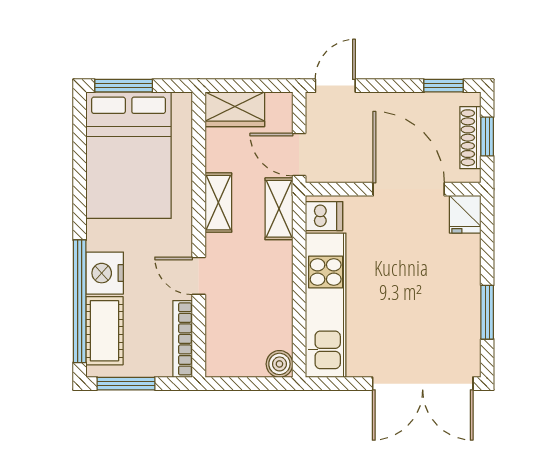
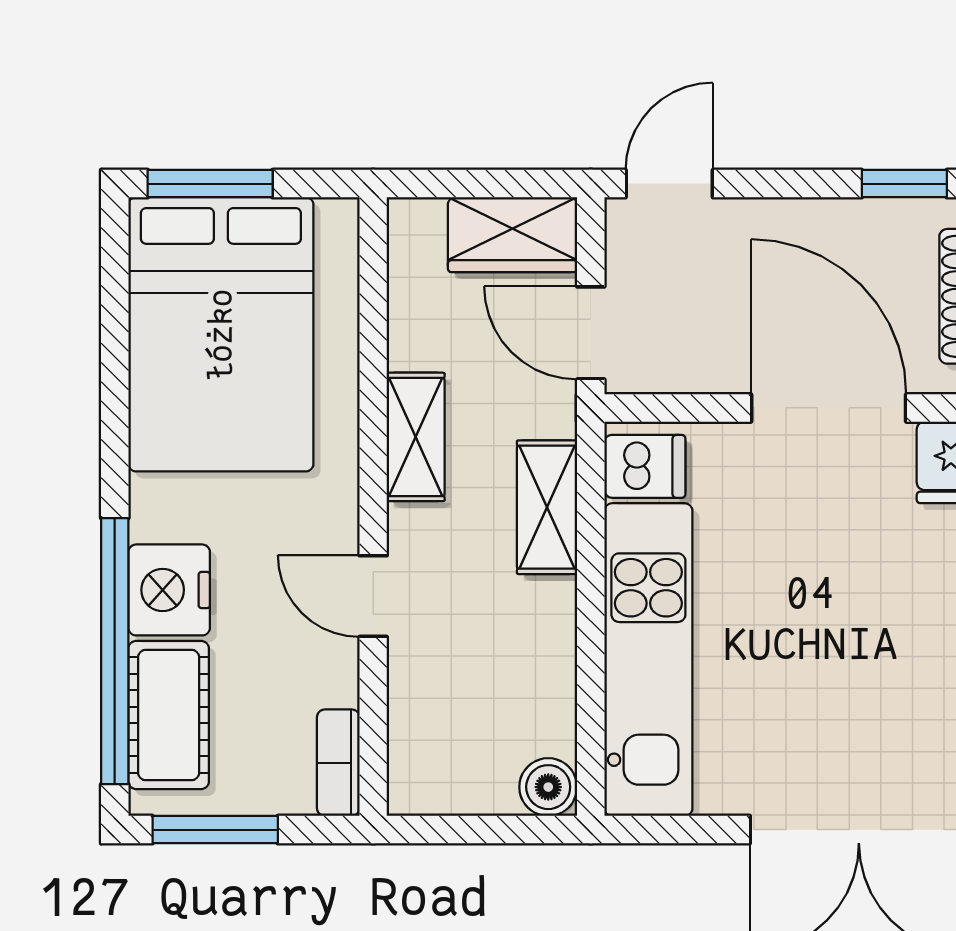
wardrobe: (235, 109) -> (512, 235), moved
shelving: (279, 209) -> (547, 507), moved
bookcase: (183, 339) -> (338, 763), width x0.64

